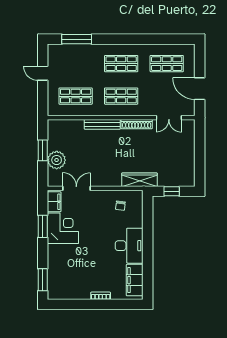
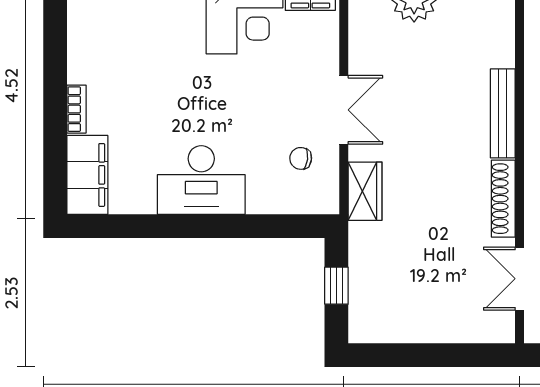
wardrobe: (139, 180) -> (365, 191), width x0.67
double door: (76, 188) -> (344, 110), moved
filing cabinet: (135, 280) -> (87, 175), moved, turned 90

